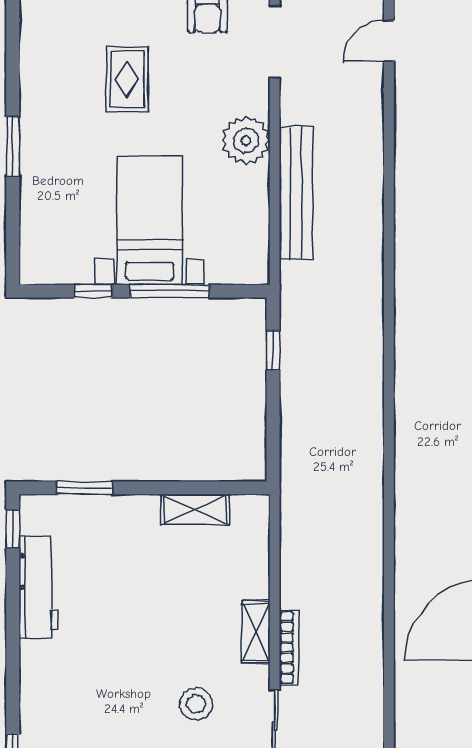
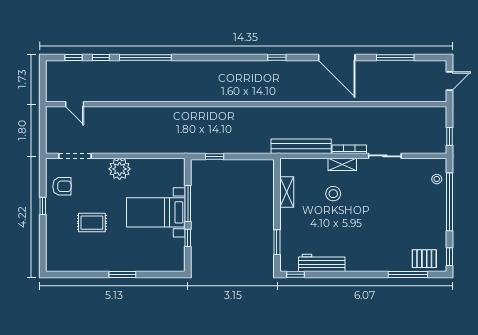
bench: (296, 193) -> (301, 146), moved
stool: (196, 704) -> (333, 194), moved

